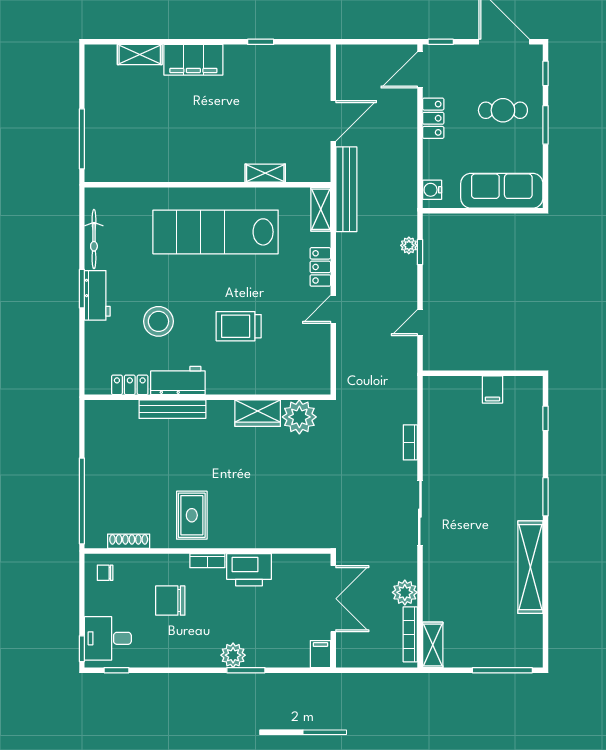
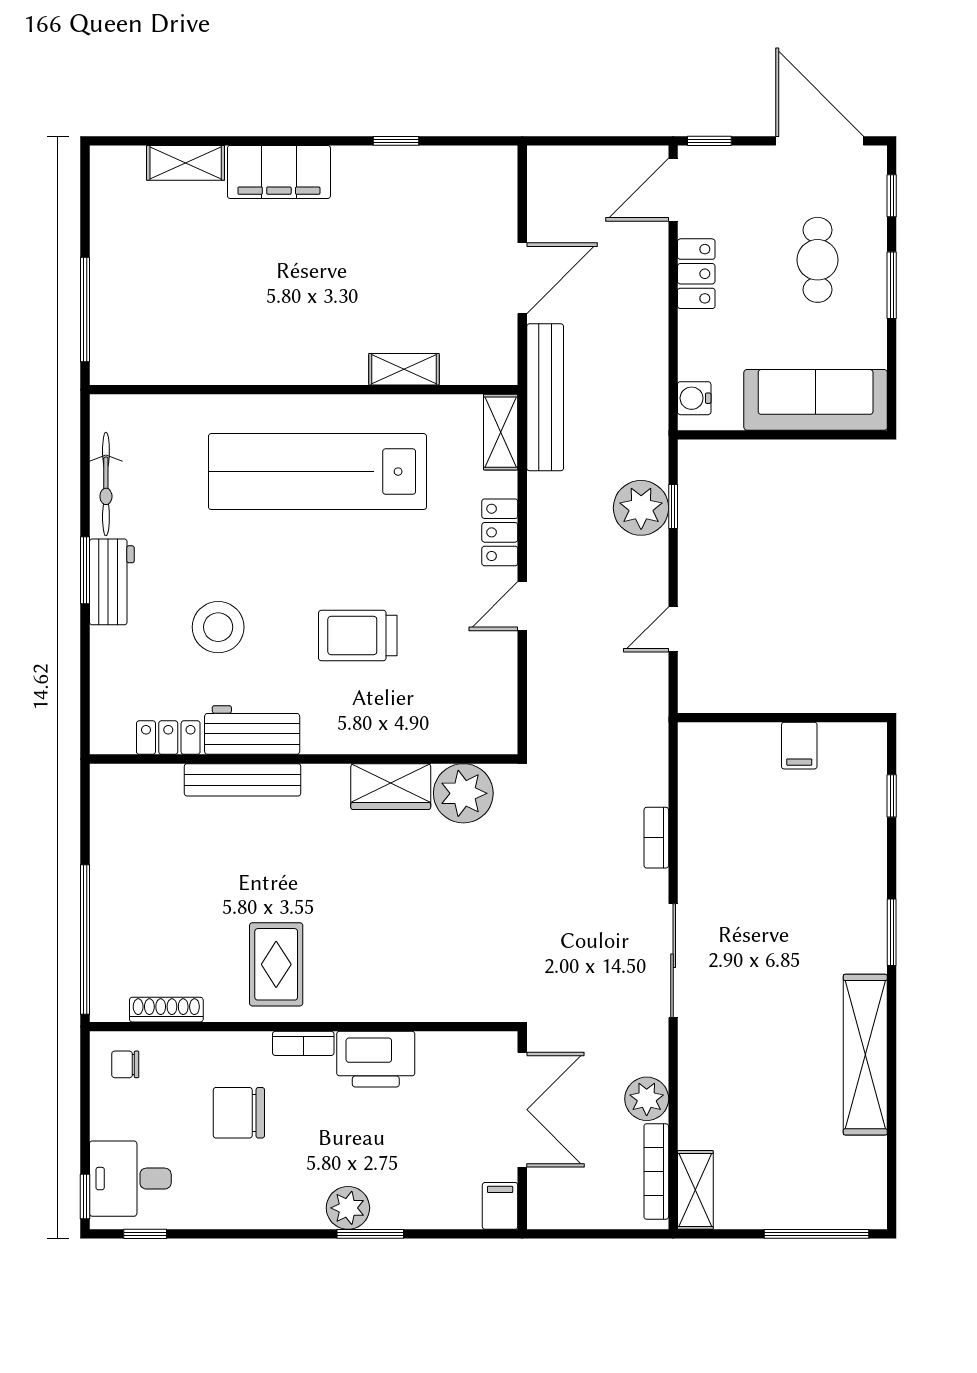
cafe table: (503, 110) -> (818, 260), turned 90
plant: (409, 245) -> (641, 508), width x1.88, depth x1.88

